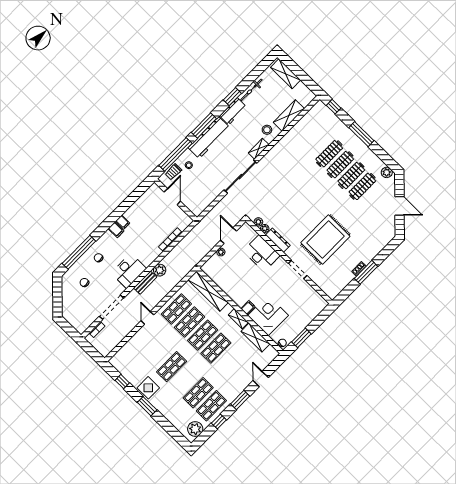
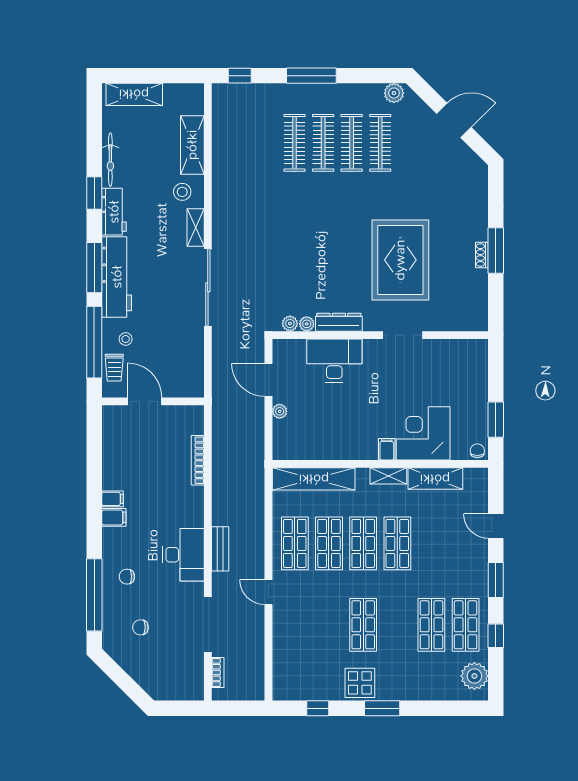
plant: (160, 270) -> (223, 514), removed

